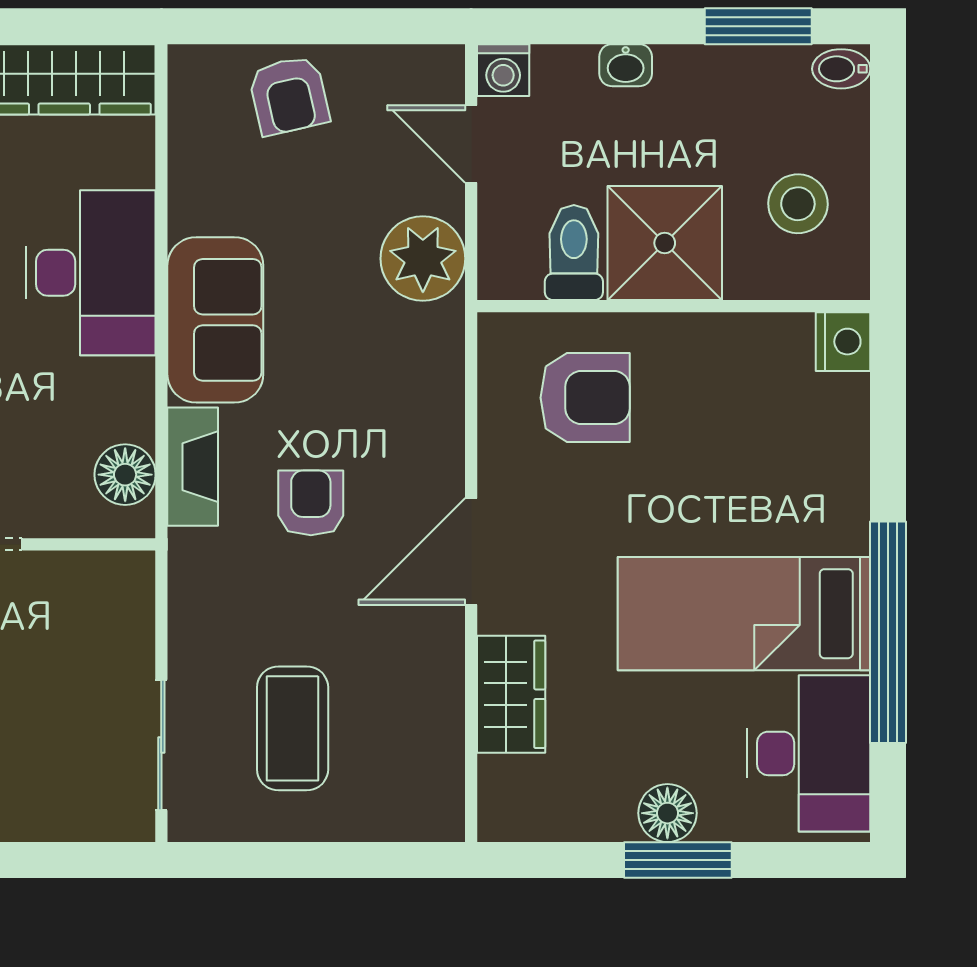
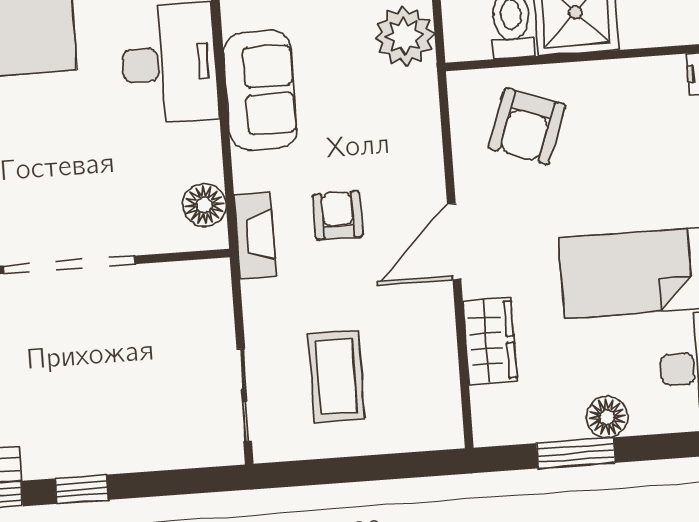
armchair: (585, 398) -> (527, 126), turned 110
fireplace: (193, 467) -> (255, 236), moved
window: (678, 860) -> (576, 453), moved

